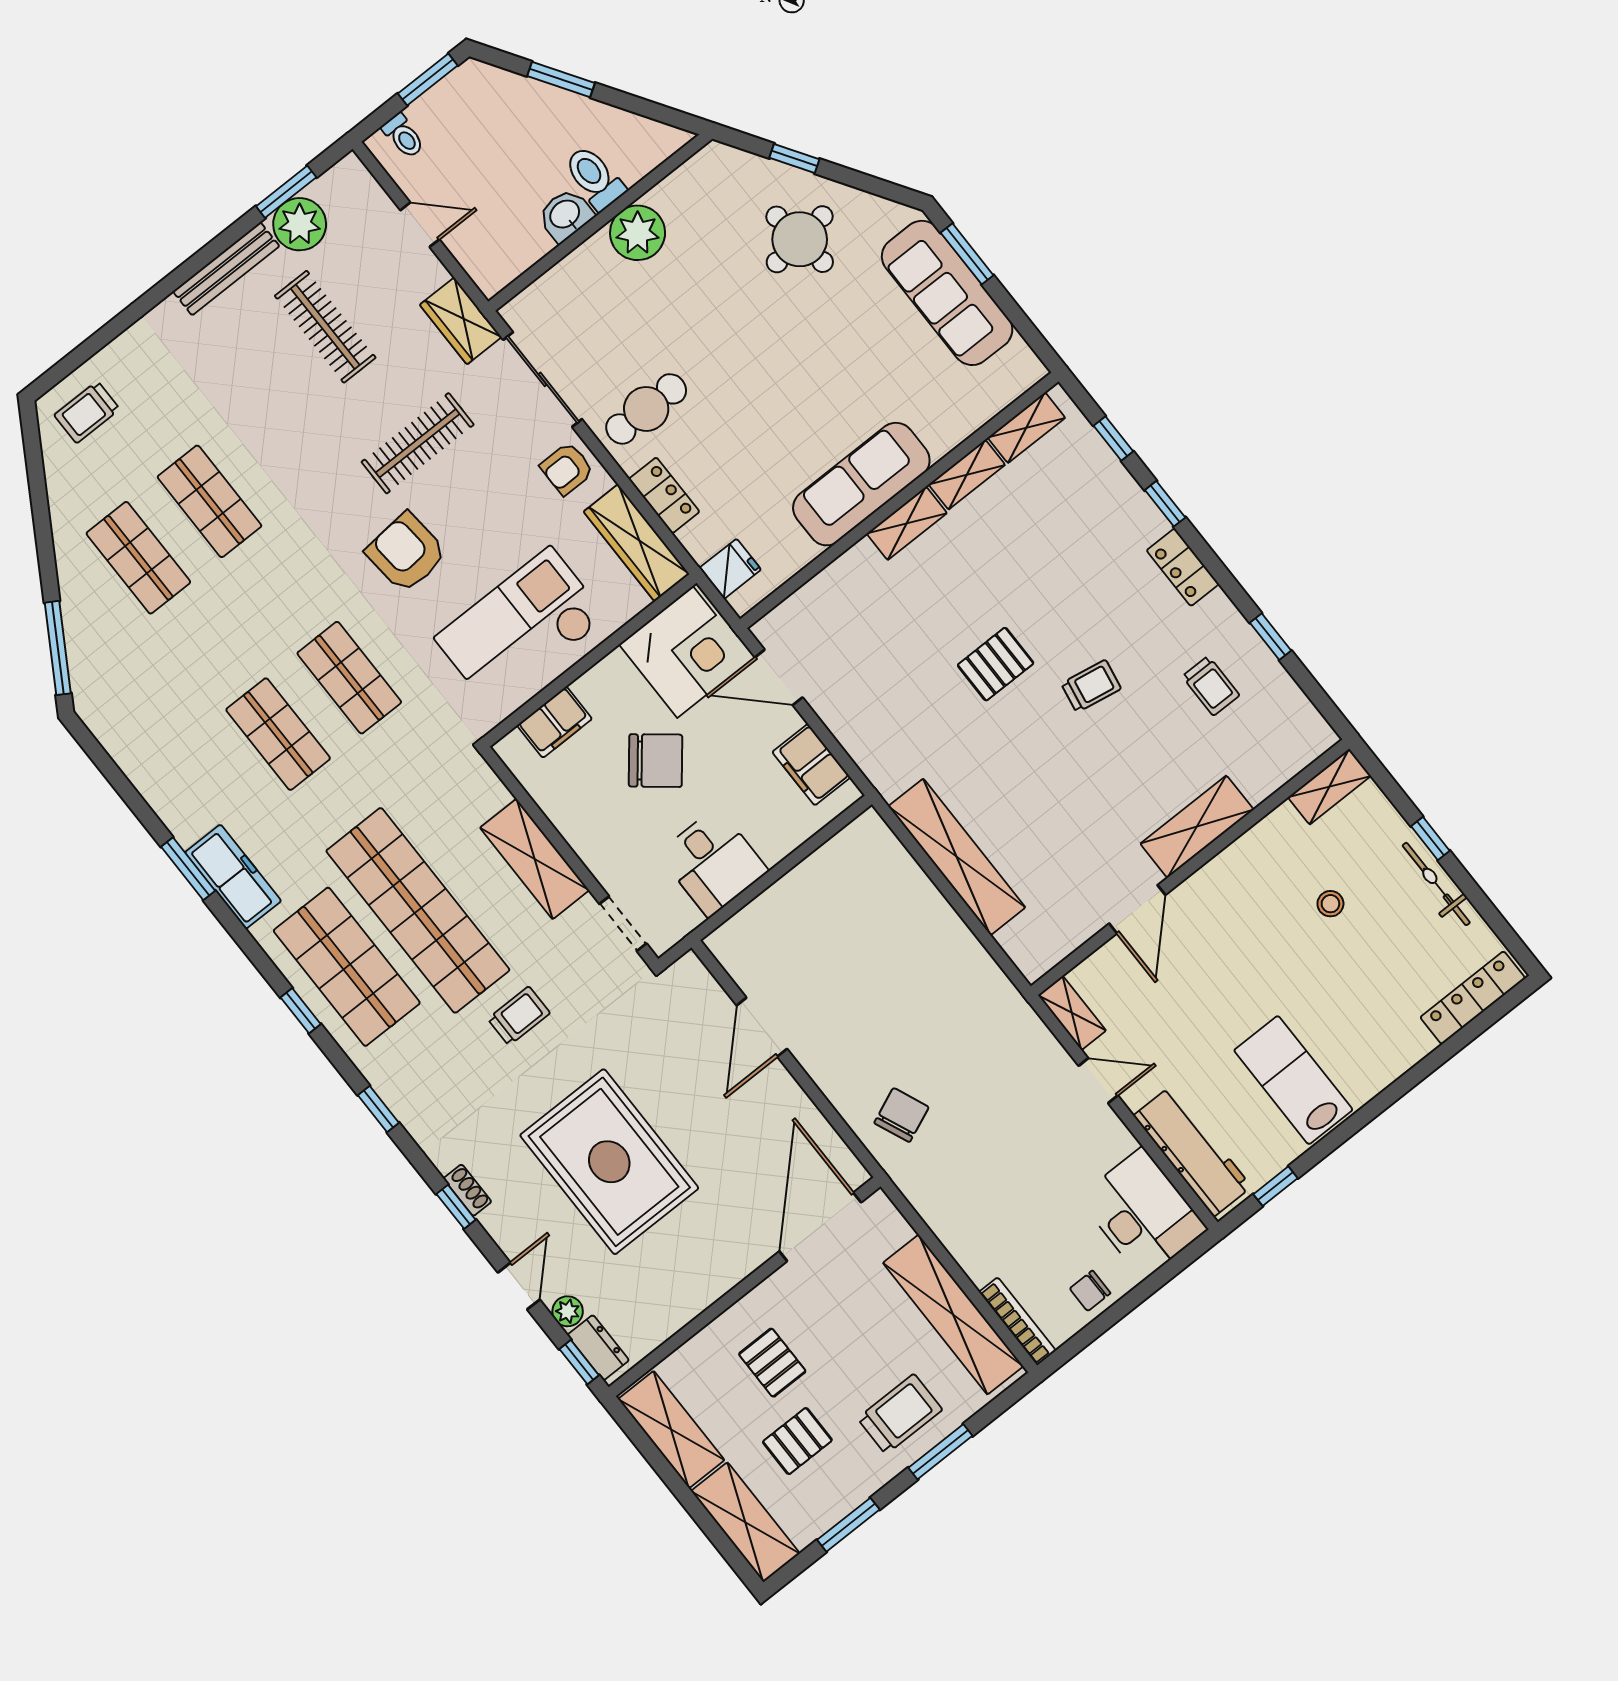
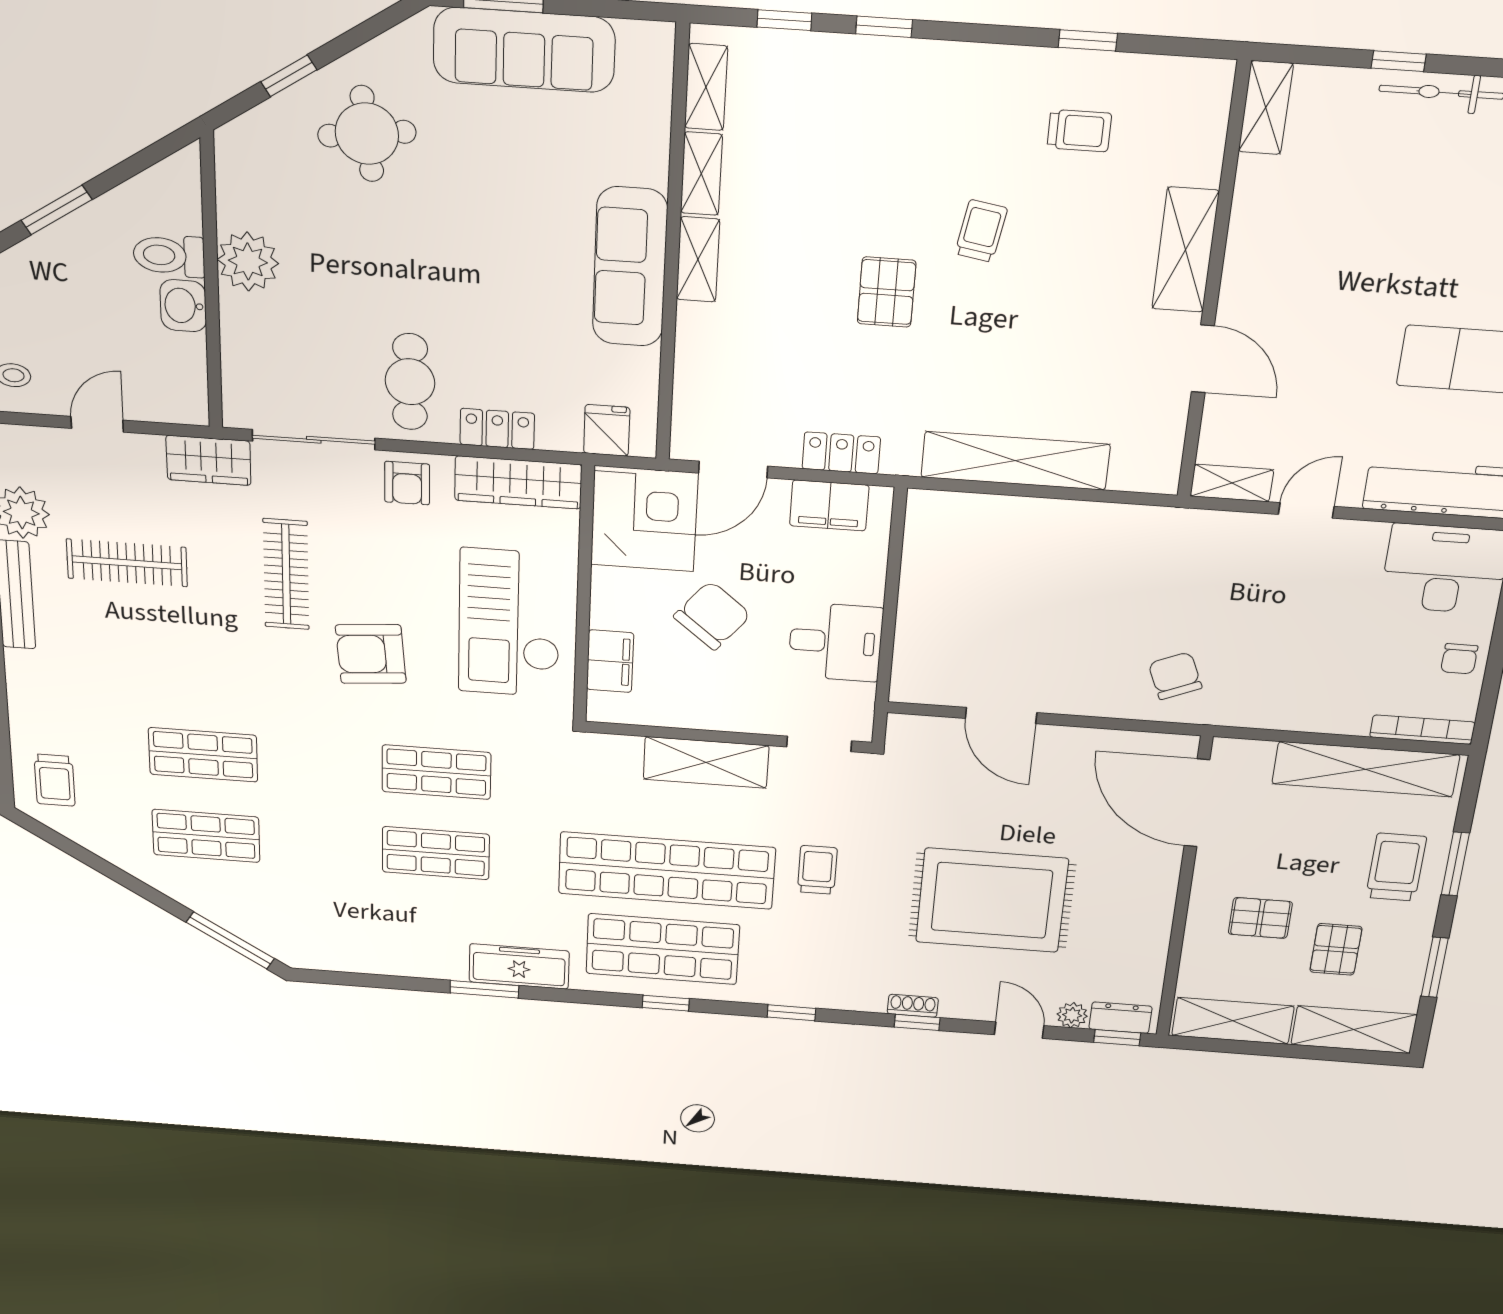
locker: (1183, 567) -> (841, 453), moved, turned 180
stool: (1330, 904) -> (1363, 198), removed

